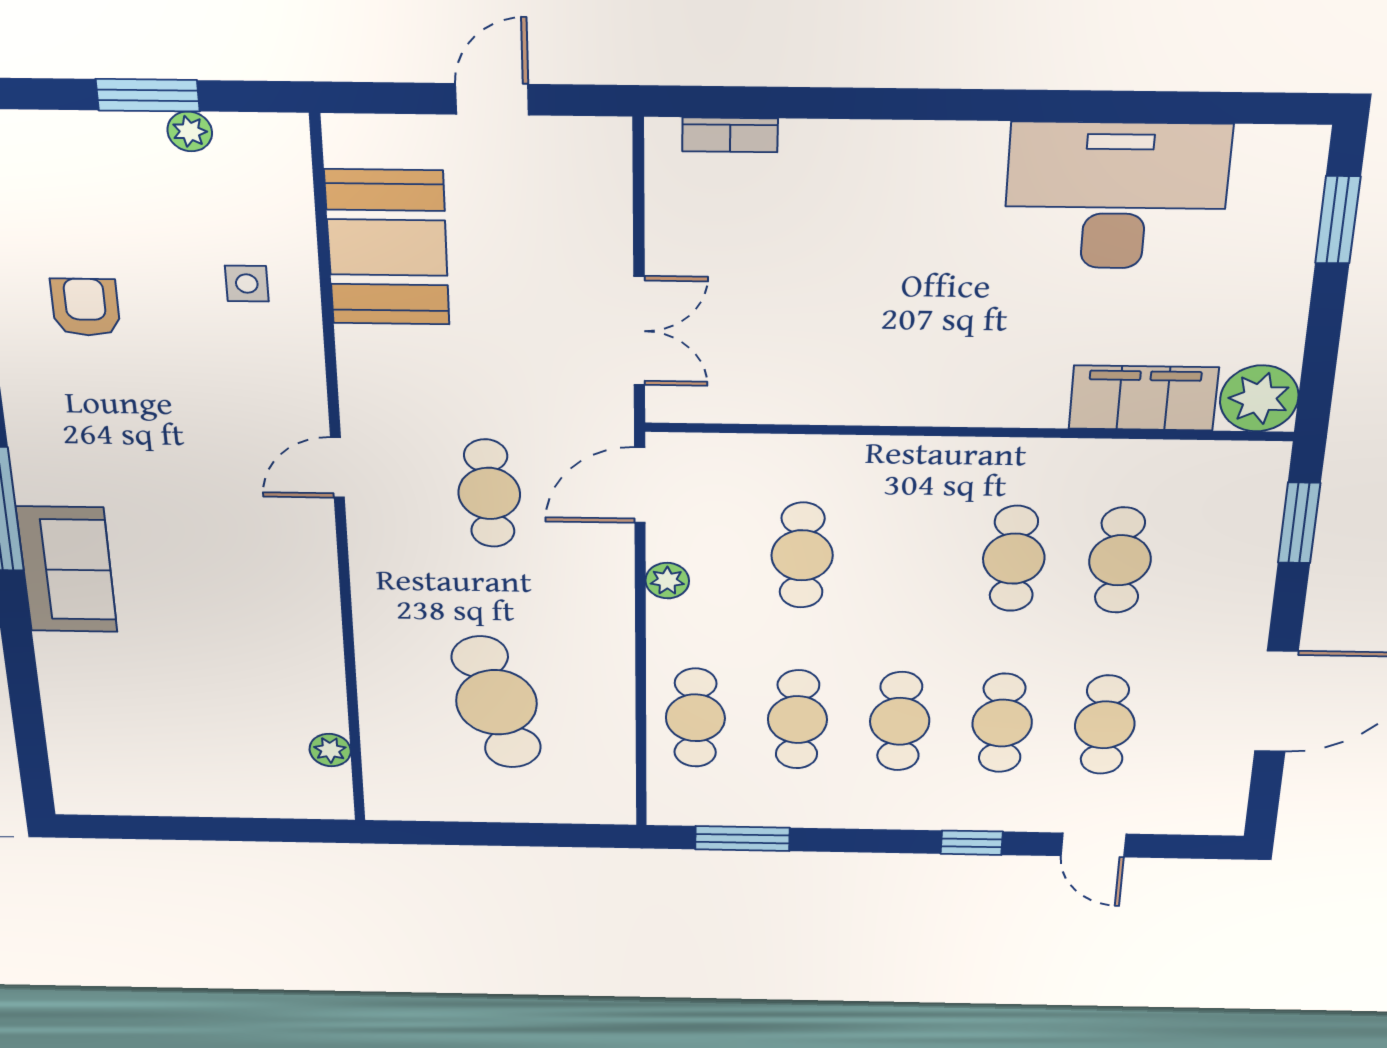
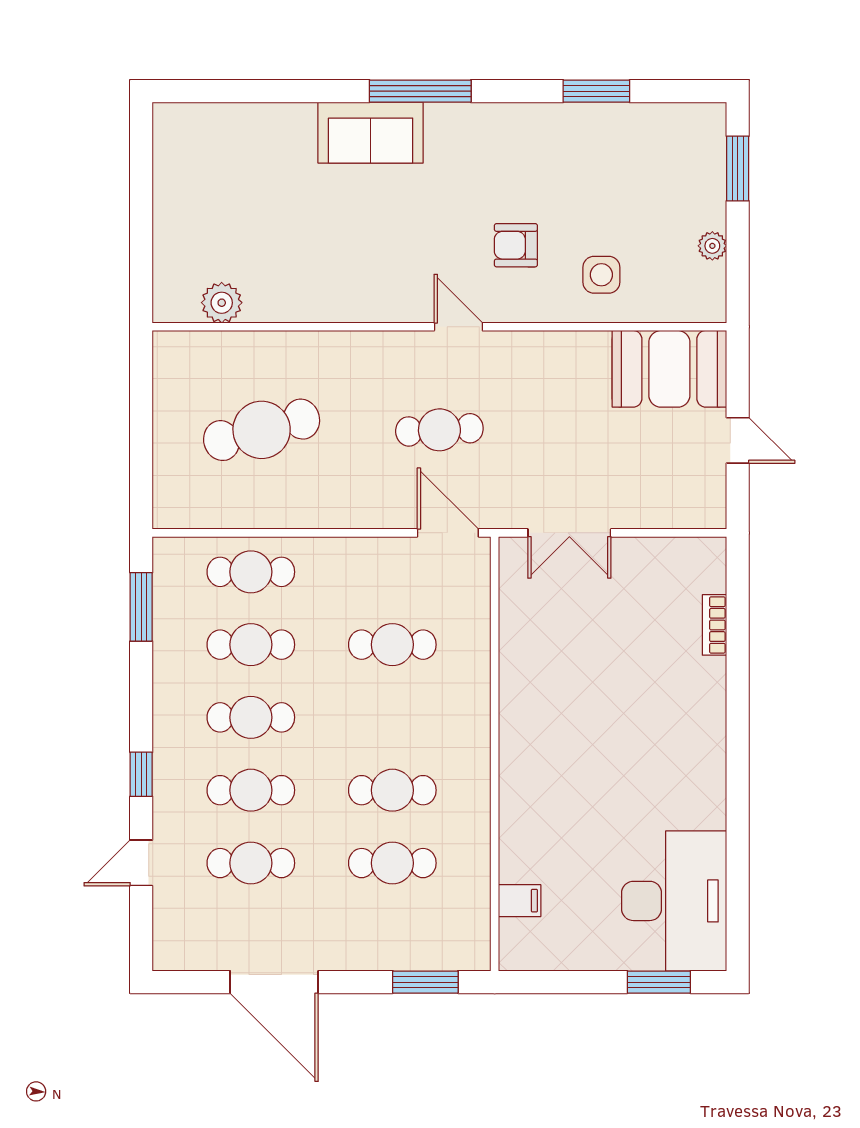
window: (148, 95) -> (738, 169), moved
bookcase: (730, 135) -> (714, 625), moved
desk: (1116, 196) -> (674, 901), moved
booth: (387, 248) -> (669, 369), moved
side table: (247, 284) -> (601, 275), width x1.37, depth x1.37
armchair: (85, 307) -> (516, 245), moved, turned 180
filing cabinet: (1144, 398) -> (520, 901), width x0.33, depth x0.86
plant: (1259, 398) -> (524, 945), removed
plant: (667, 581) -> (369, 552), removed
plant: (330, 750) -> (222, 303), width x1.38, depth x1.38

